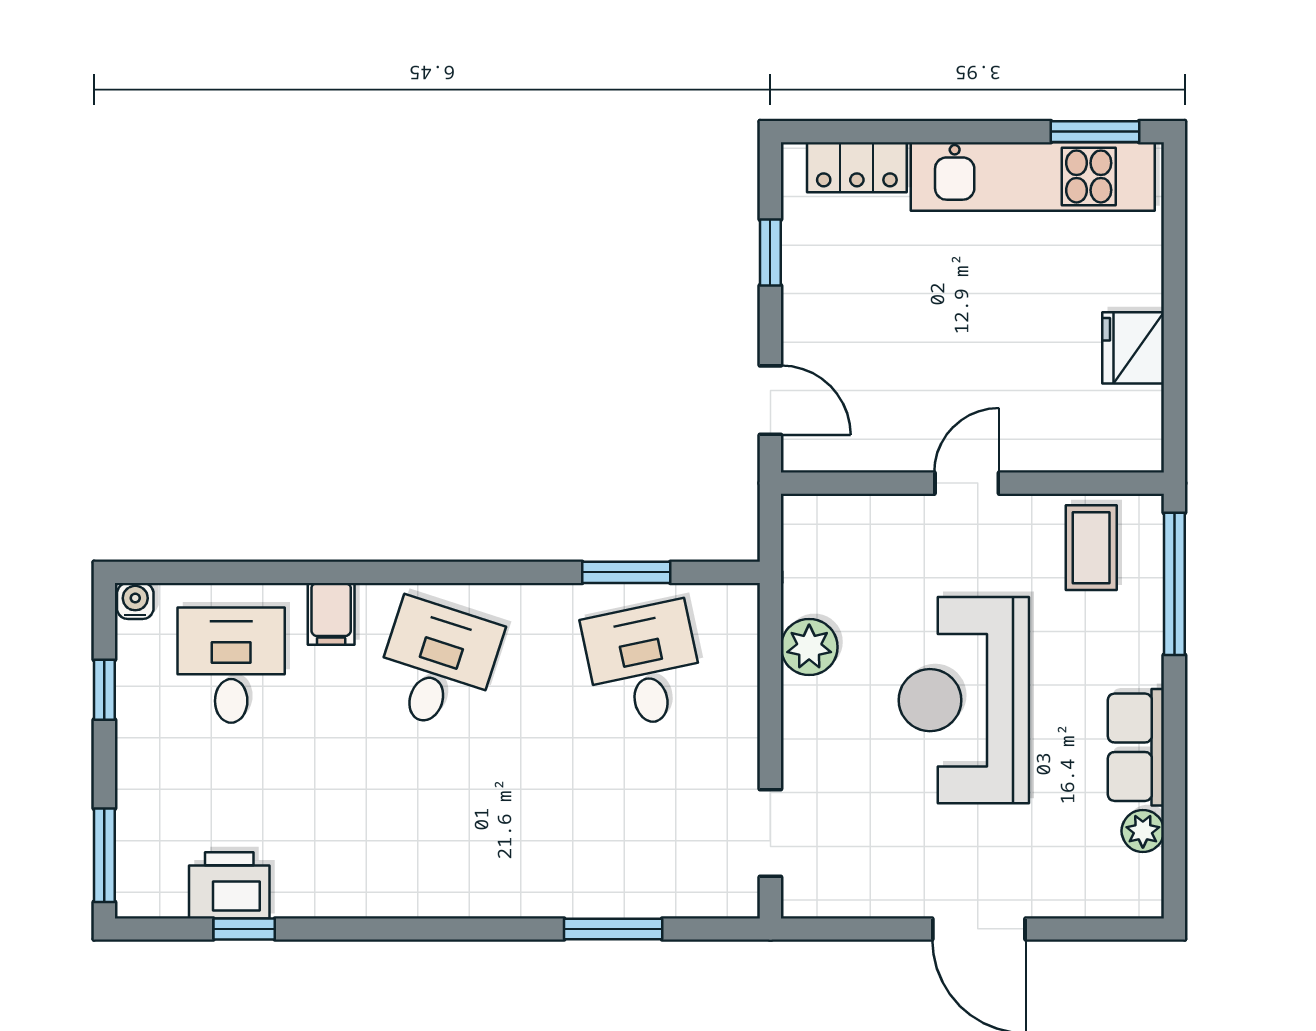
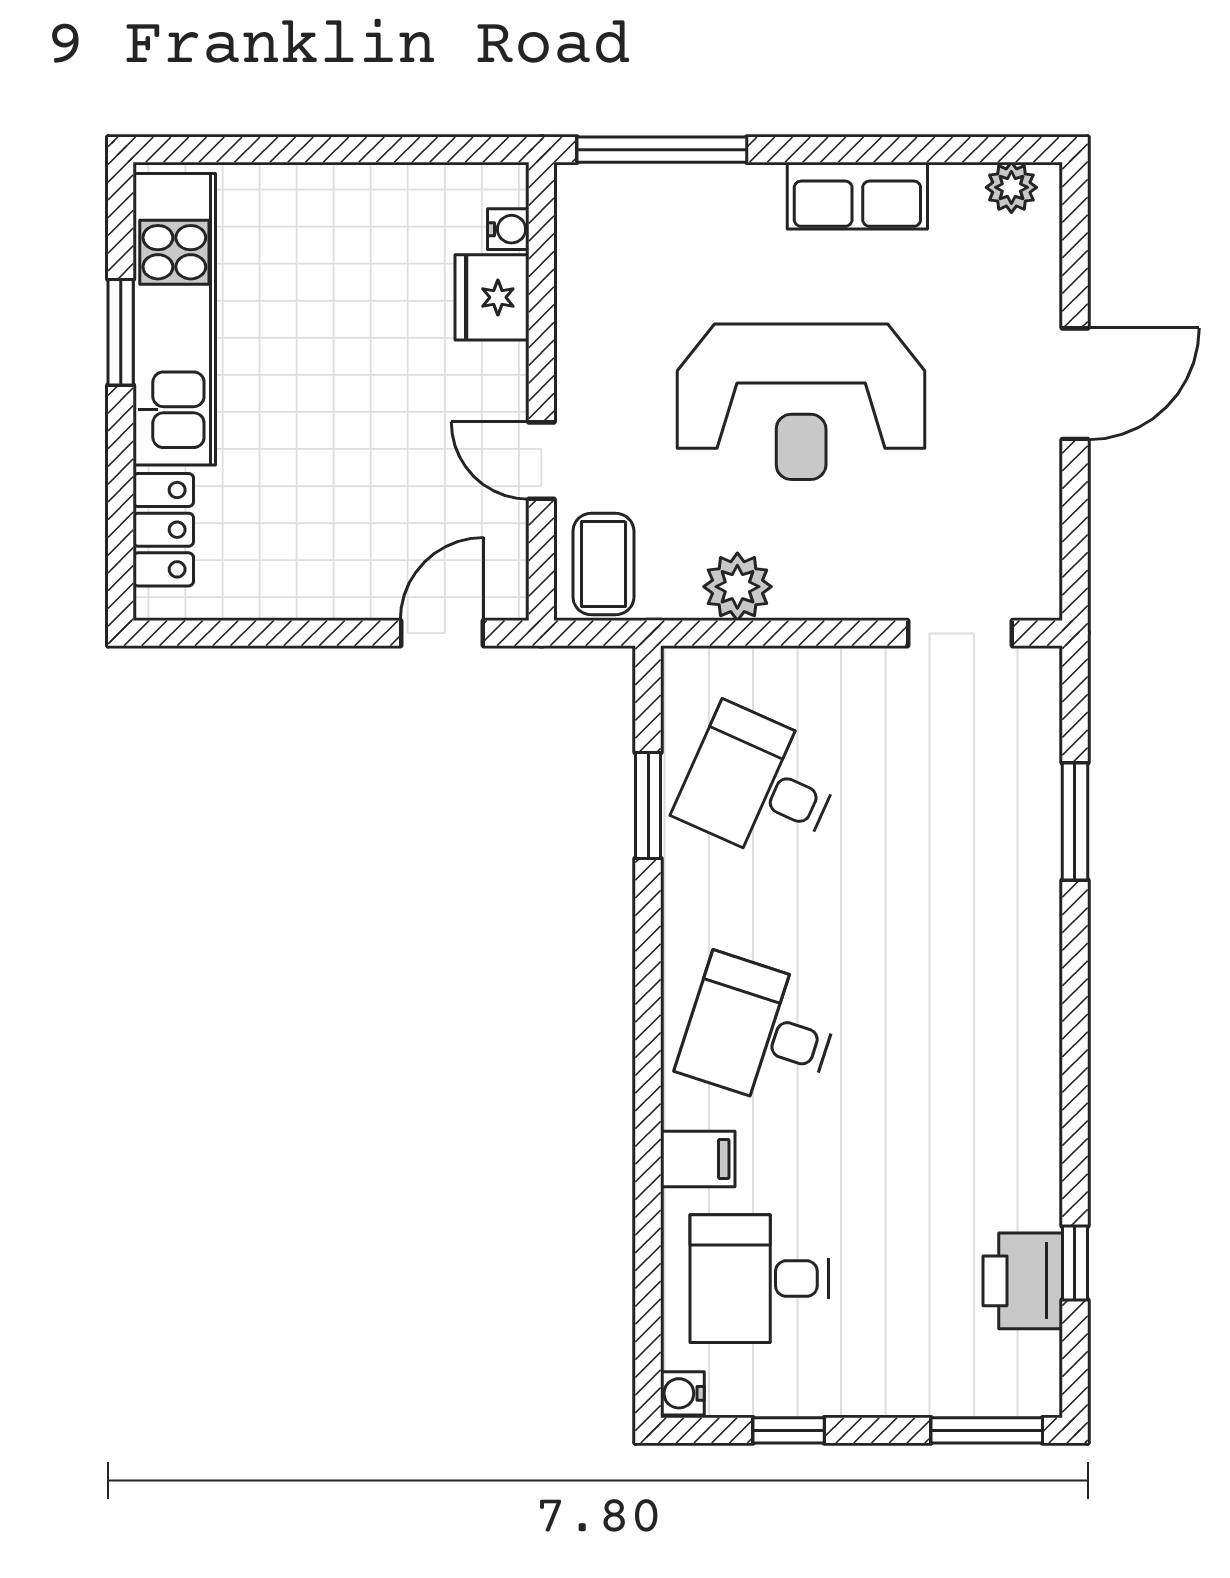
window: (1095, 132) -> (121, 332), moved
window: (770, 252) -> (265, 633), removed
fridge: (1133, 348) -> (492, 297), moved, turned 90
water cooler: (1108, 455) -> (508, 229), added
door: (967, 483) -> (541, 461), moved
coffee table: (1091, 548) -> (603, 564), moved, turned 90
desk: (644, 665) -> (759, 785), turned 36
plant: (1143, 831) -> (1011, 187), moved

